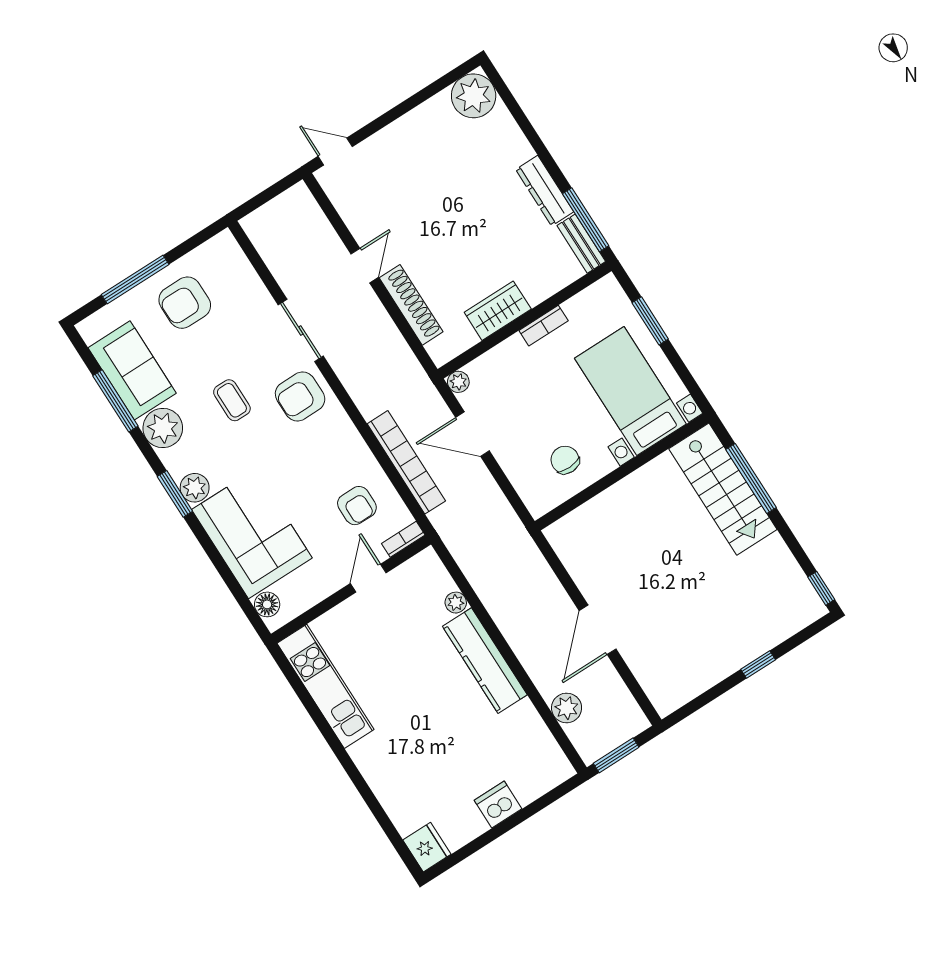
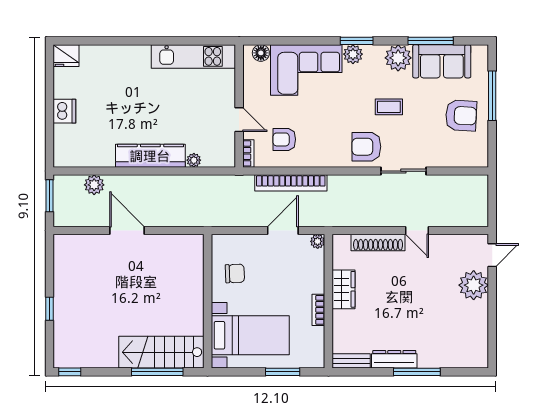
plant: (474, 96) -> (474, 285), moved
window: (586, 220) -> (417, 372), moved
armchair: (185, 303) -> (461, 116), turned 93
armchair: (300, 396) -> (366, 147), turned -90

